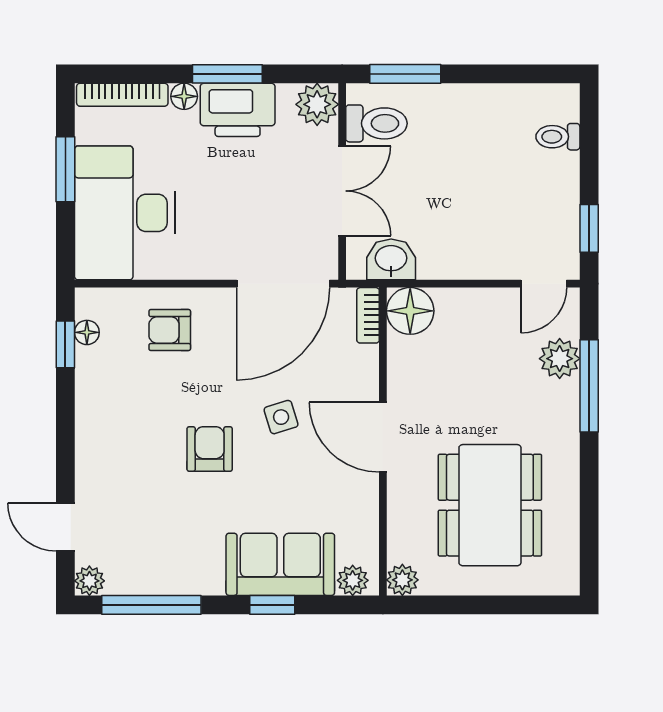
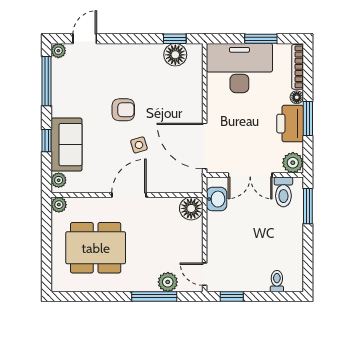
bookcase: (368, 315) -> (189, 188), removed
armchair: (170, 330) -> (182, 90), removed
floor lamp: (87, 332) -> (175, 55), width x1.89, depth x1.89

